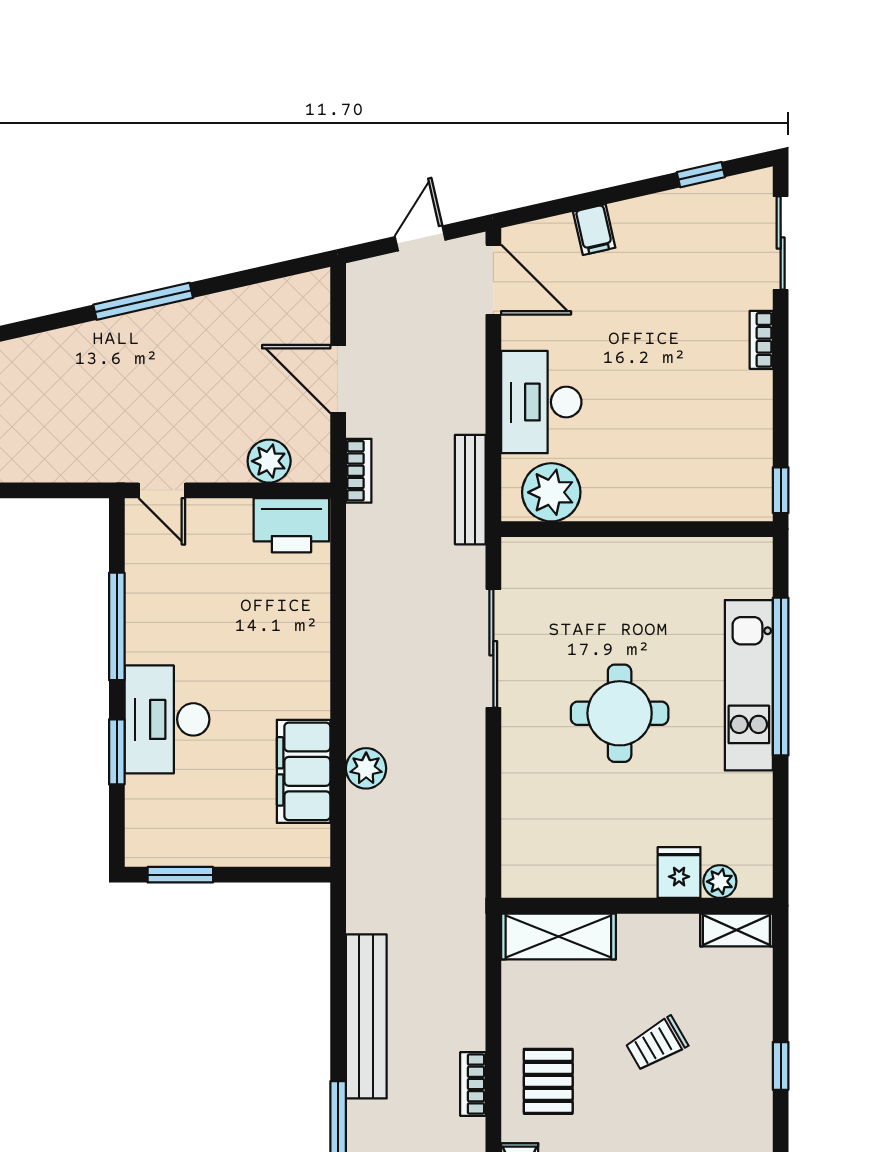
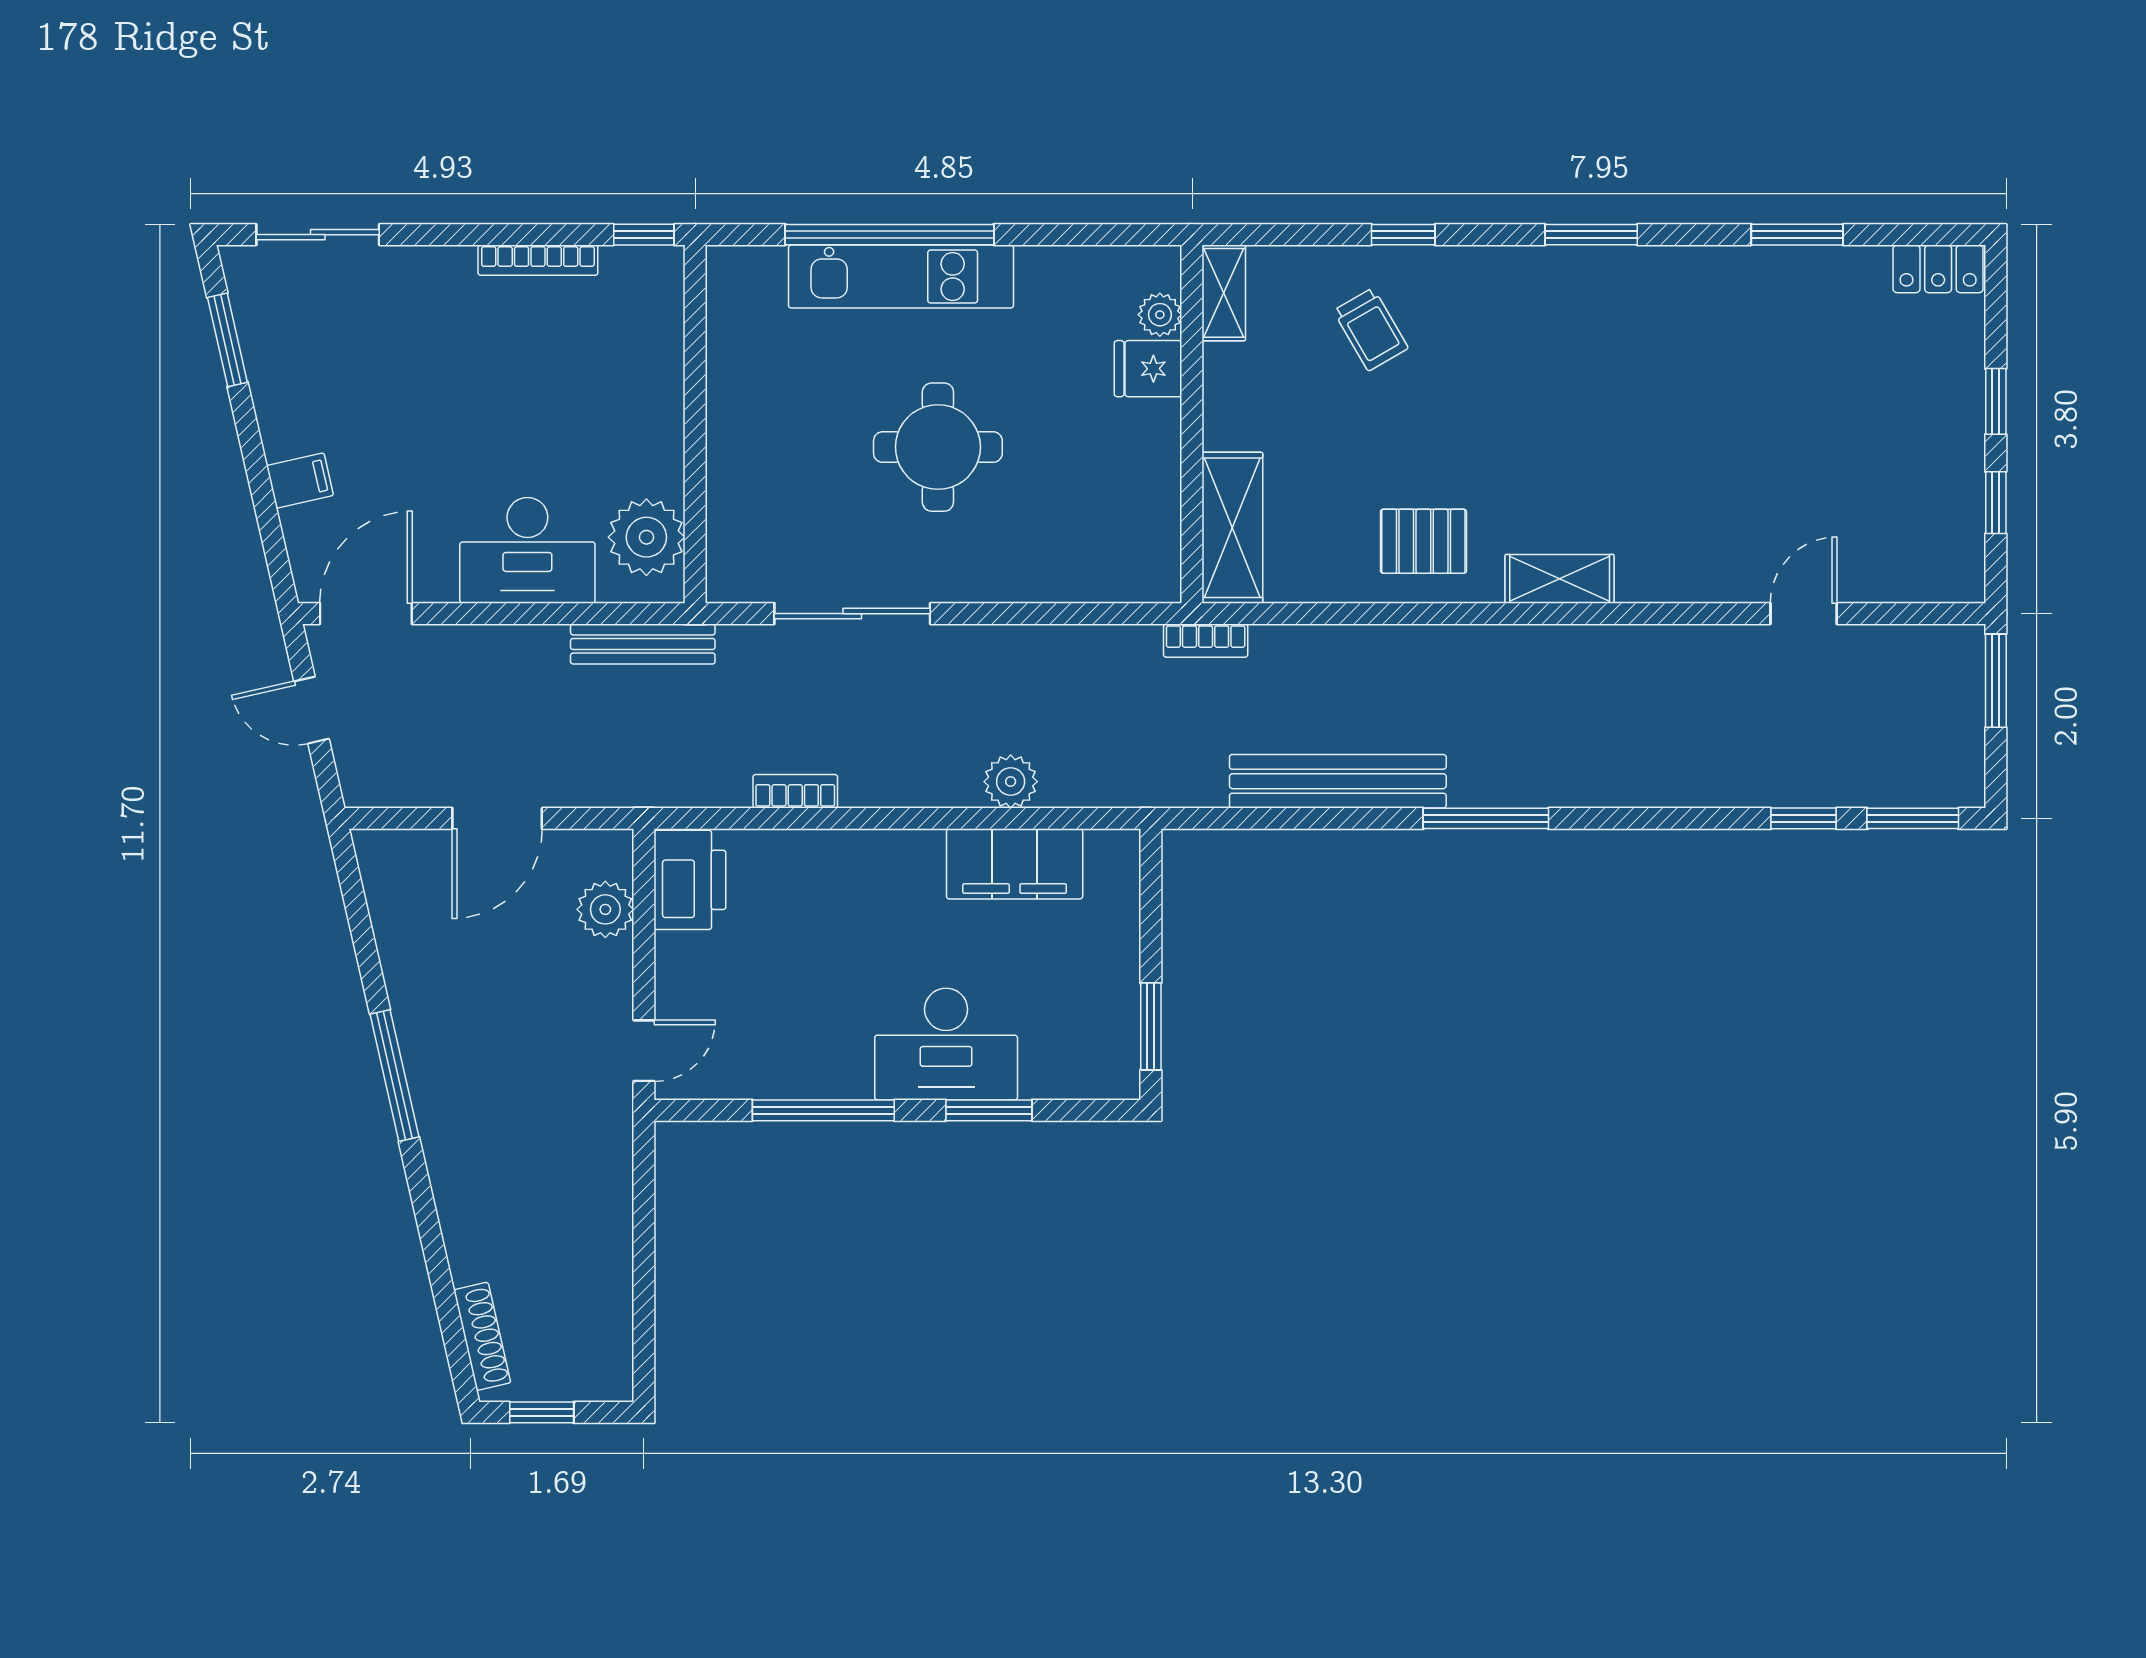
window: (701, 175) -> (227, 340), width x1.50
bookcase: (761, 340) -> (538, 260), moved, width x1.56
bookcase: (359, 471) -> (795, 791), moved
trolley: (657, 1044) -> (1371, 329), moved
bookcase: (473, 1084) -> (1206, 641), moved

